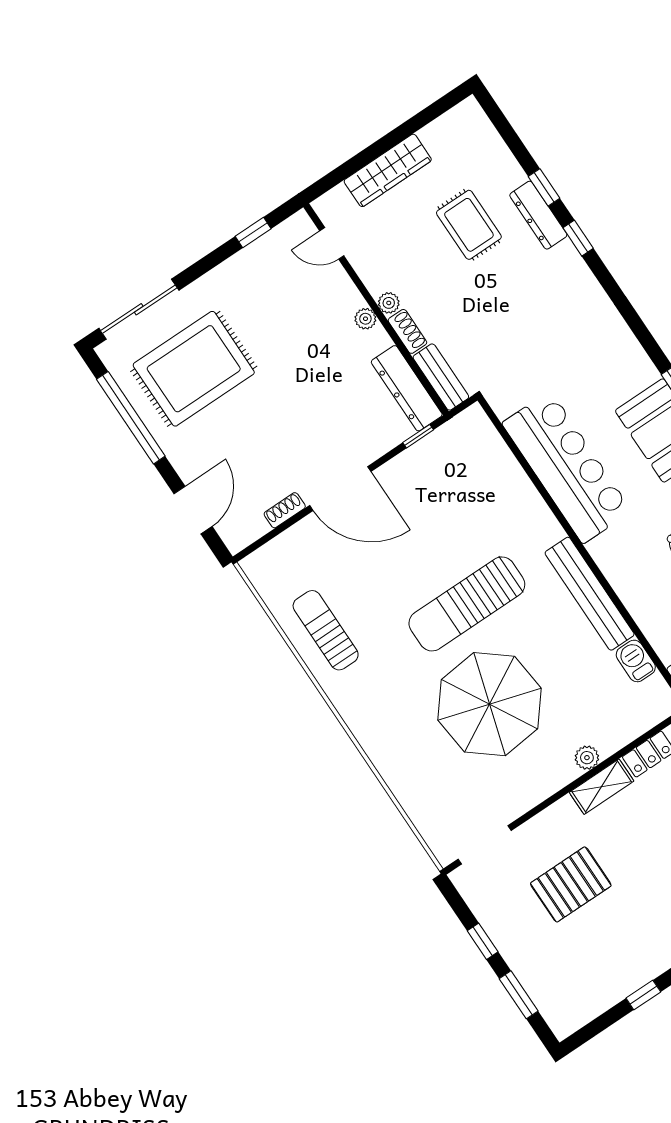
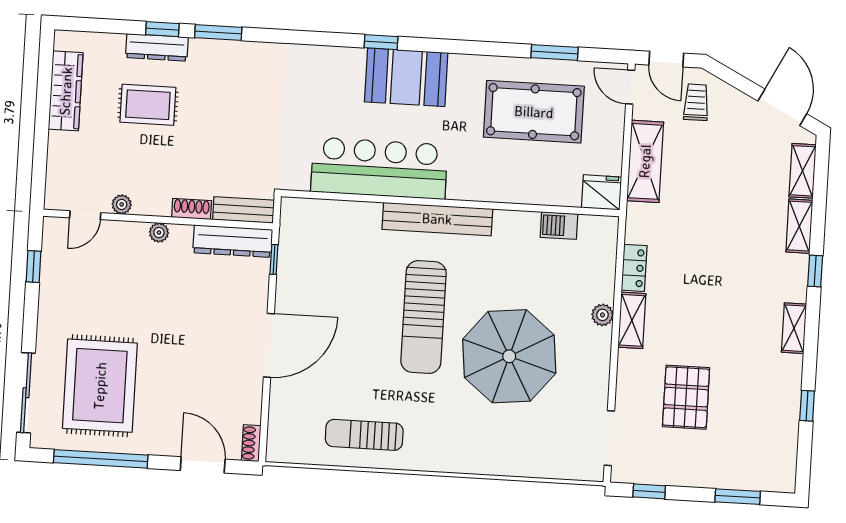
wardrobe: (388, 170) -> (66, 91), moved
dresser: (538, 215) -> (157, 47), moved
window: (578, 238) -> (218, 32), width x1.50
plant: (389, 303) -> (122, 204), moved
shoe rack: (285, 510) -> (251, 443), moved
bench: (590, 594) -> (437, 219), moved
window: (483, 941) -> (649, 491), moved

